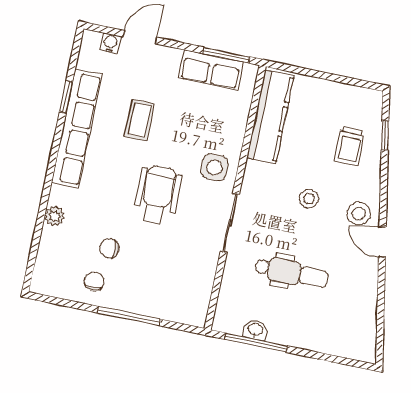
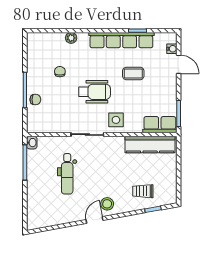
row of seats: (211, 70) -> (160, 125), moved, turned 90
stool: (309, 199) -> (110, 175), removed
chair: (94, 281) -> (35, 100), moved
washbasin: (255, 330) -> (32, 143), moved

